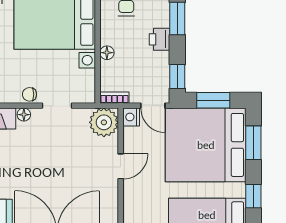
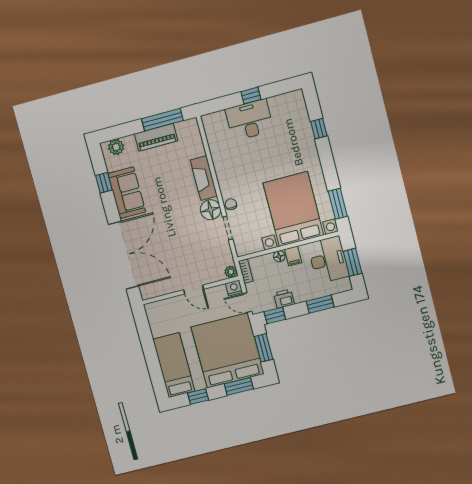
filing cabinet: (111, 36) -> (293, 256), added
printer: (160, 39) -> (284, 299), moved
door: (153, 106) -> (247, 303), hinge flipped
floor lamp: (24, 115) -> (211, 210), width x1.89, depth x1.89
plant: (104, 122) -> (231, 272), width x0.53, depth x0.53

